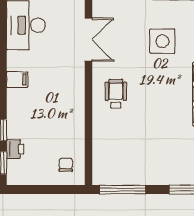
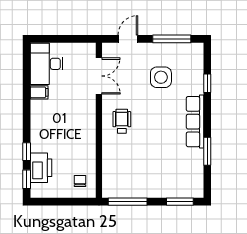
filing cabinet: (17, 80) -> (39, 92), moved
printer: (15, 149) -> (41, 168), width x1.87, depth x1.48

